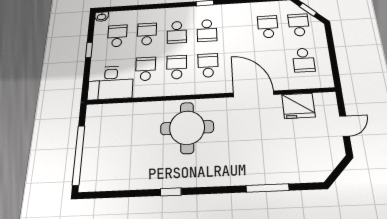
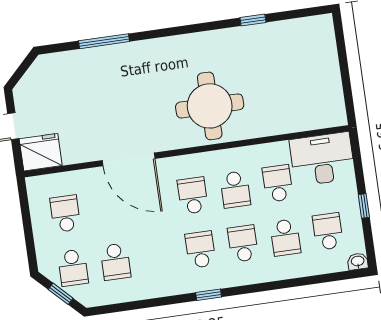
school desk: (117, 36) -> (328, 231), turned 180
school desk: (208, 65) -> (193, 196), turned 180
school desk: (146, 69) -> (278, 183), turned 180
fridge: (298, 106) -> (41, 152), moved
window: (79, 155) -> (343, 58), removed
window: (171, 192) -> (253, 20), moved

